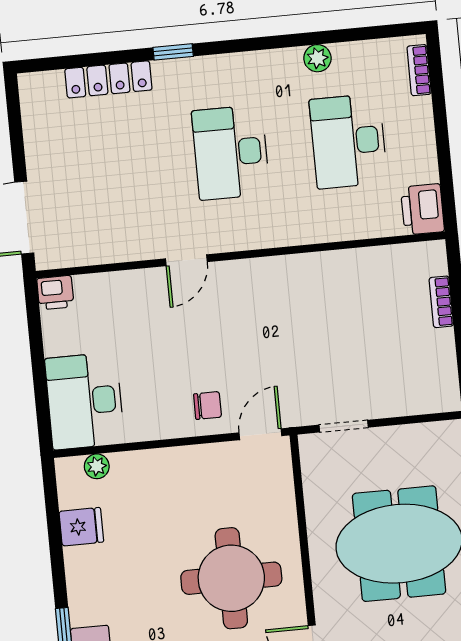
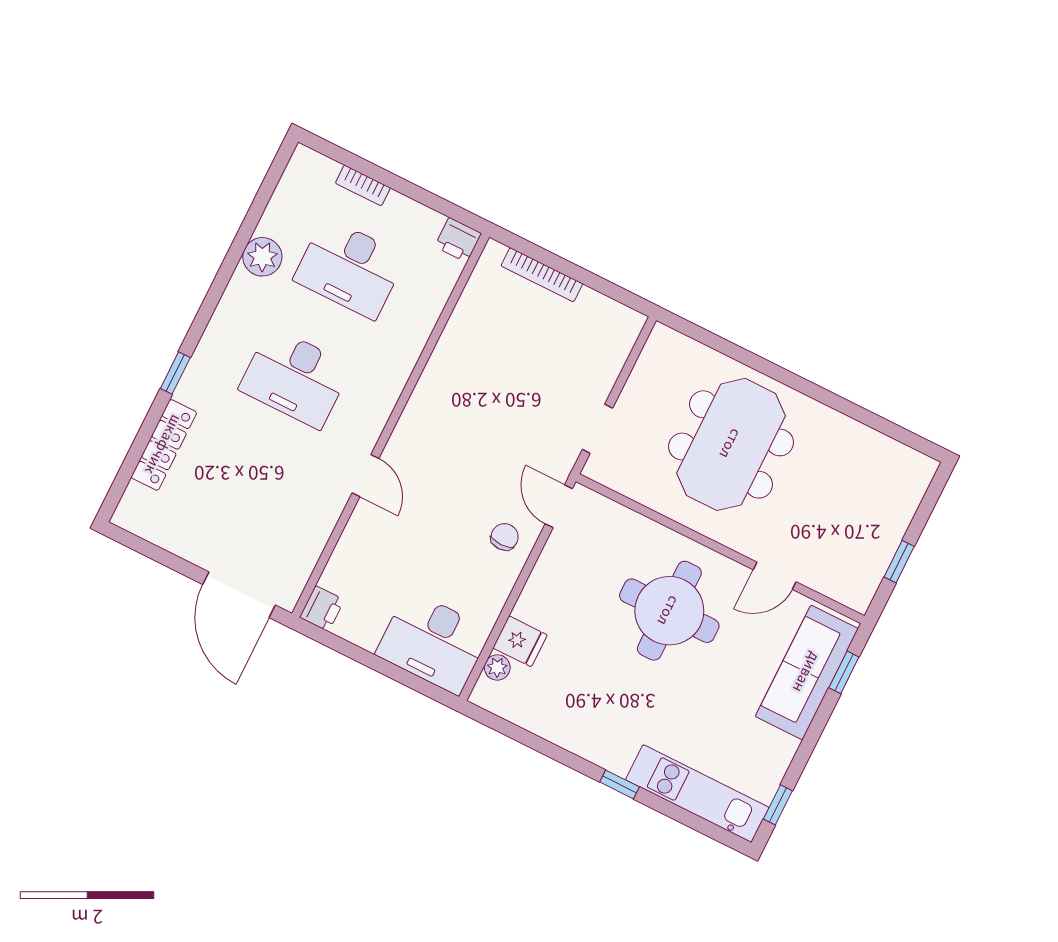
plant: (317, 58) -> (262, 257), width x1.38, depth x1.38
bookcase: (419, 70) -> (363, 185), moved
printer: (422, 209) -> (458, 240), width x0.73, depth x0.81
bookcase: (441, 302) -> (542, 275), width x1.56
fridge: (81, 527) -> (520, 641), moved, turned 90

